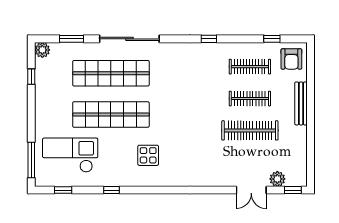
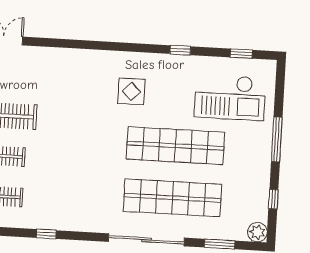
window: (31, 160) -> (277, 139), moved

